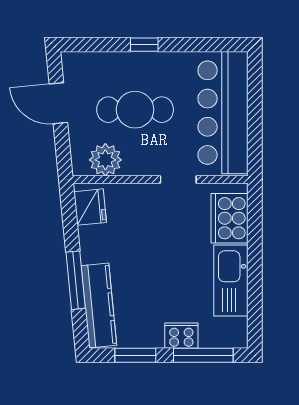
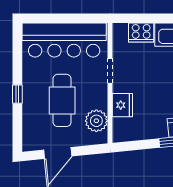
fridge: (90, 207) -> (122, 105), moved, turned 96
cooker: (230, 218) -> (141, 33), width x0.73, depth x0.76

